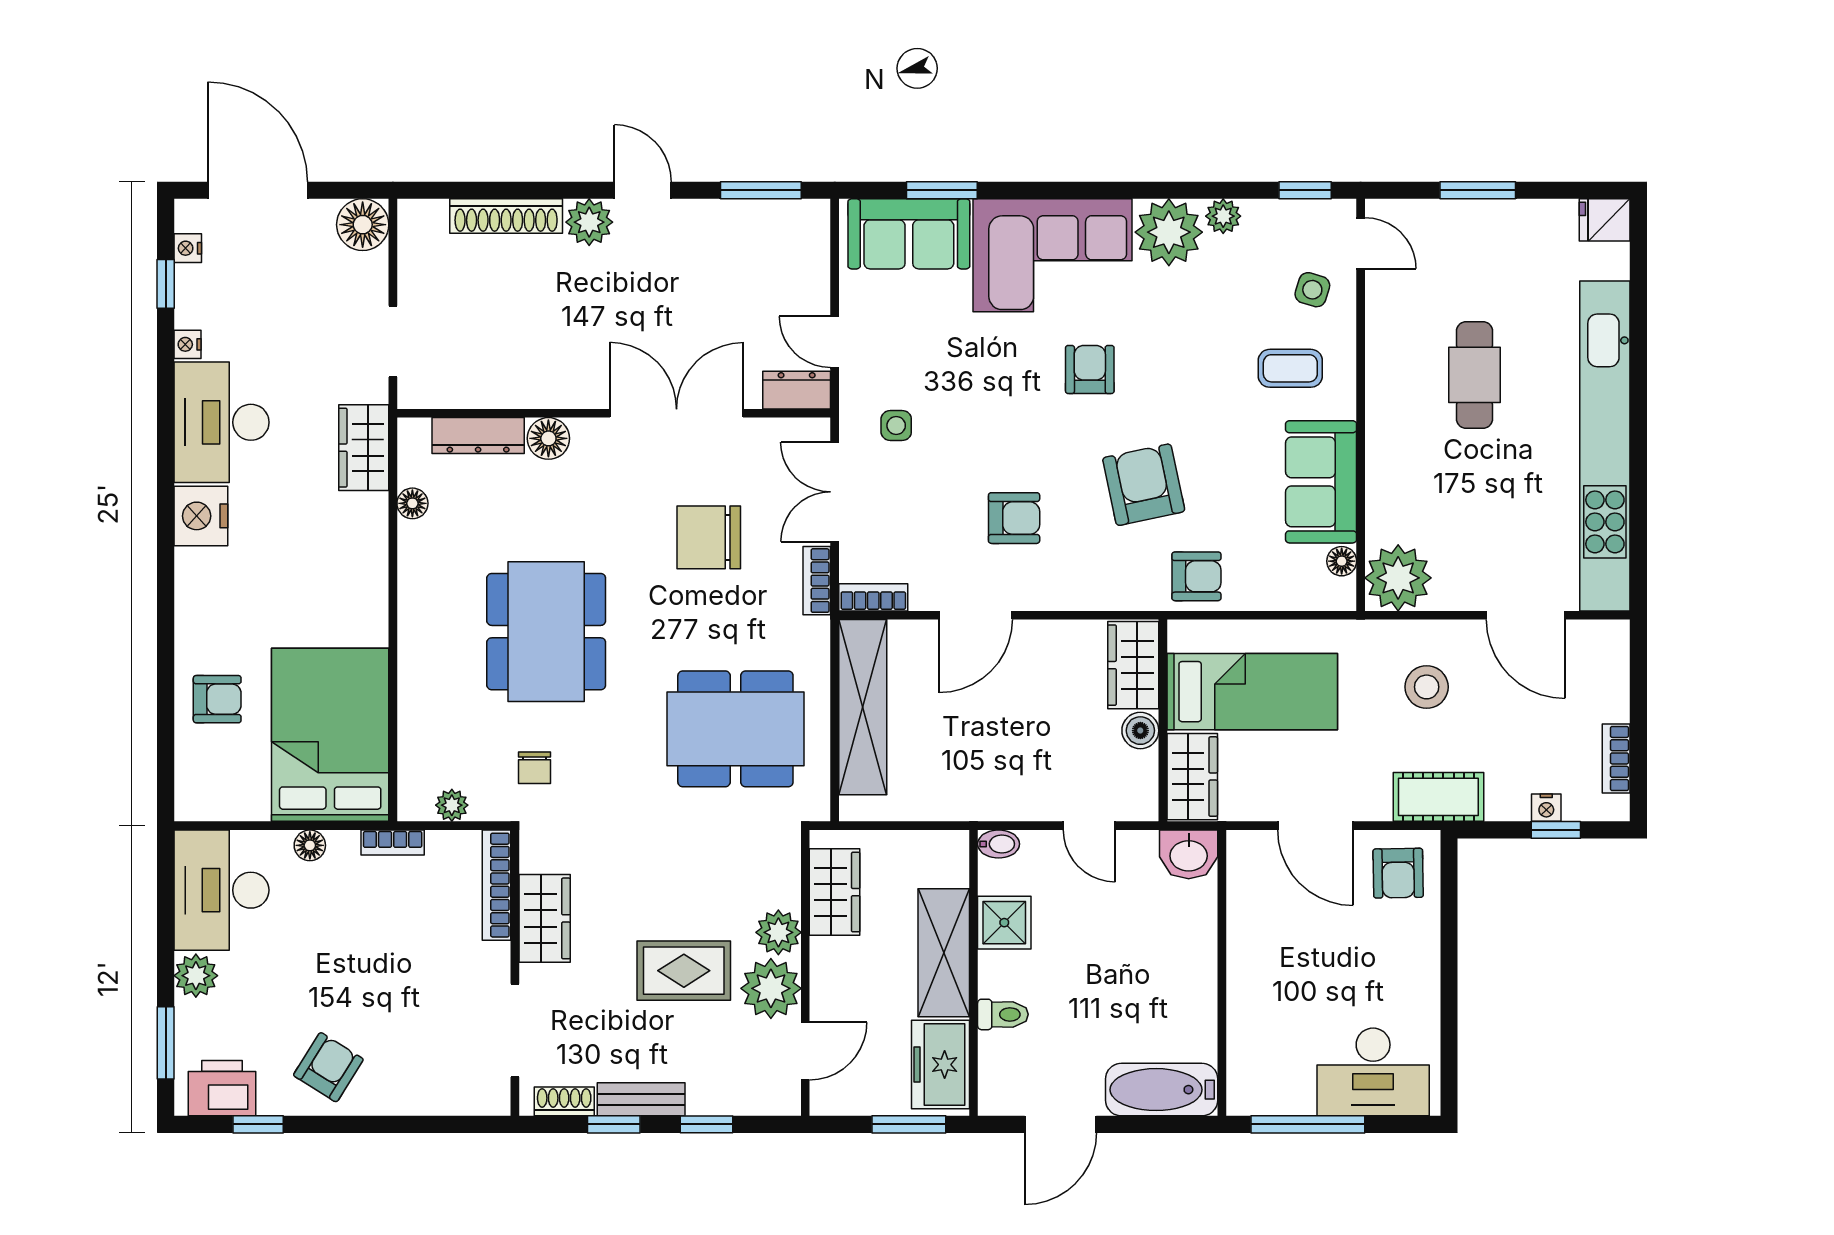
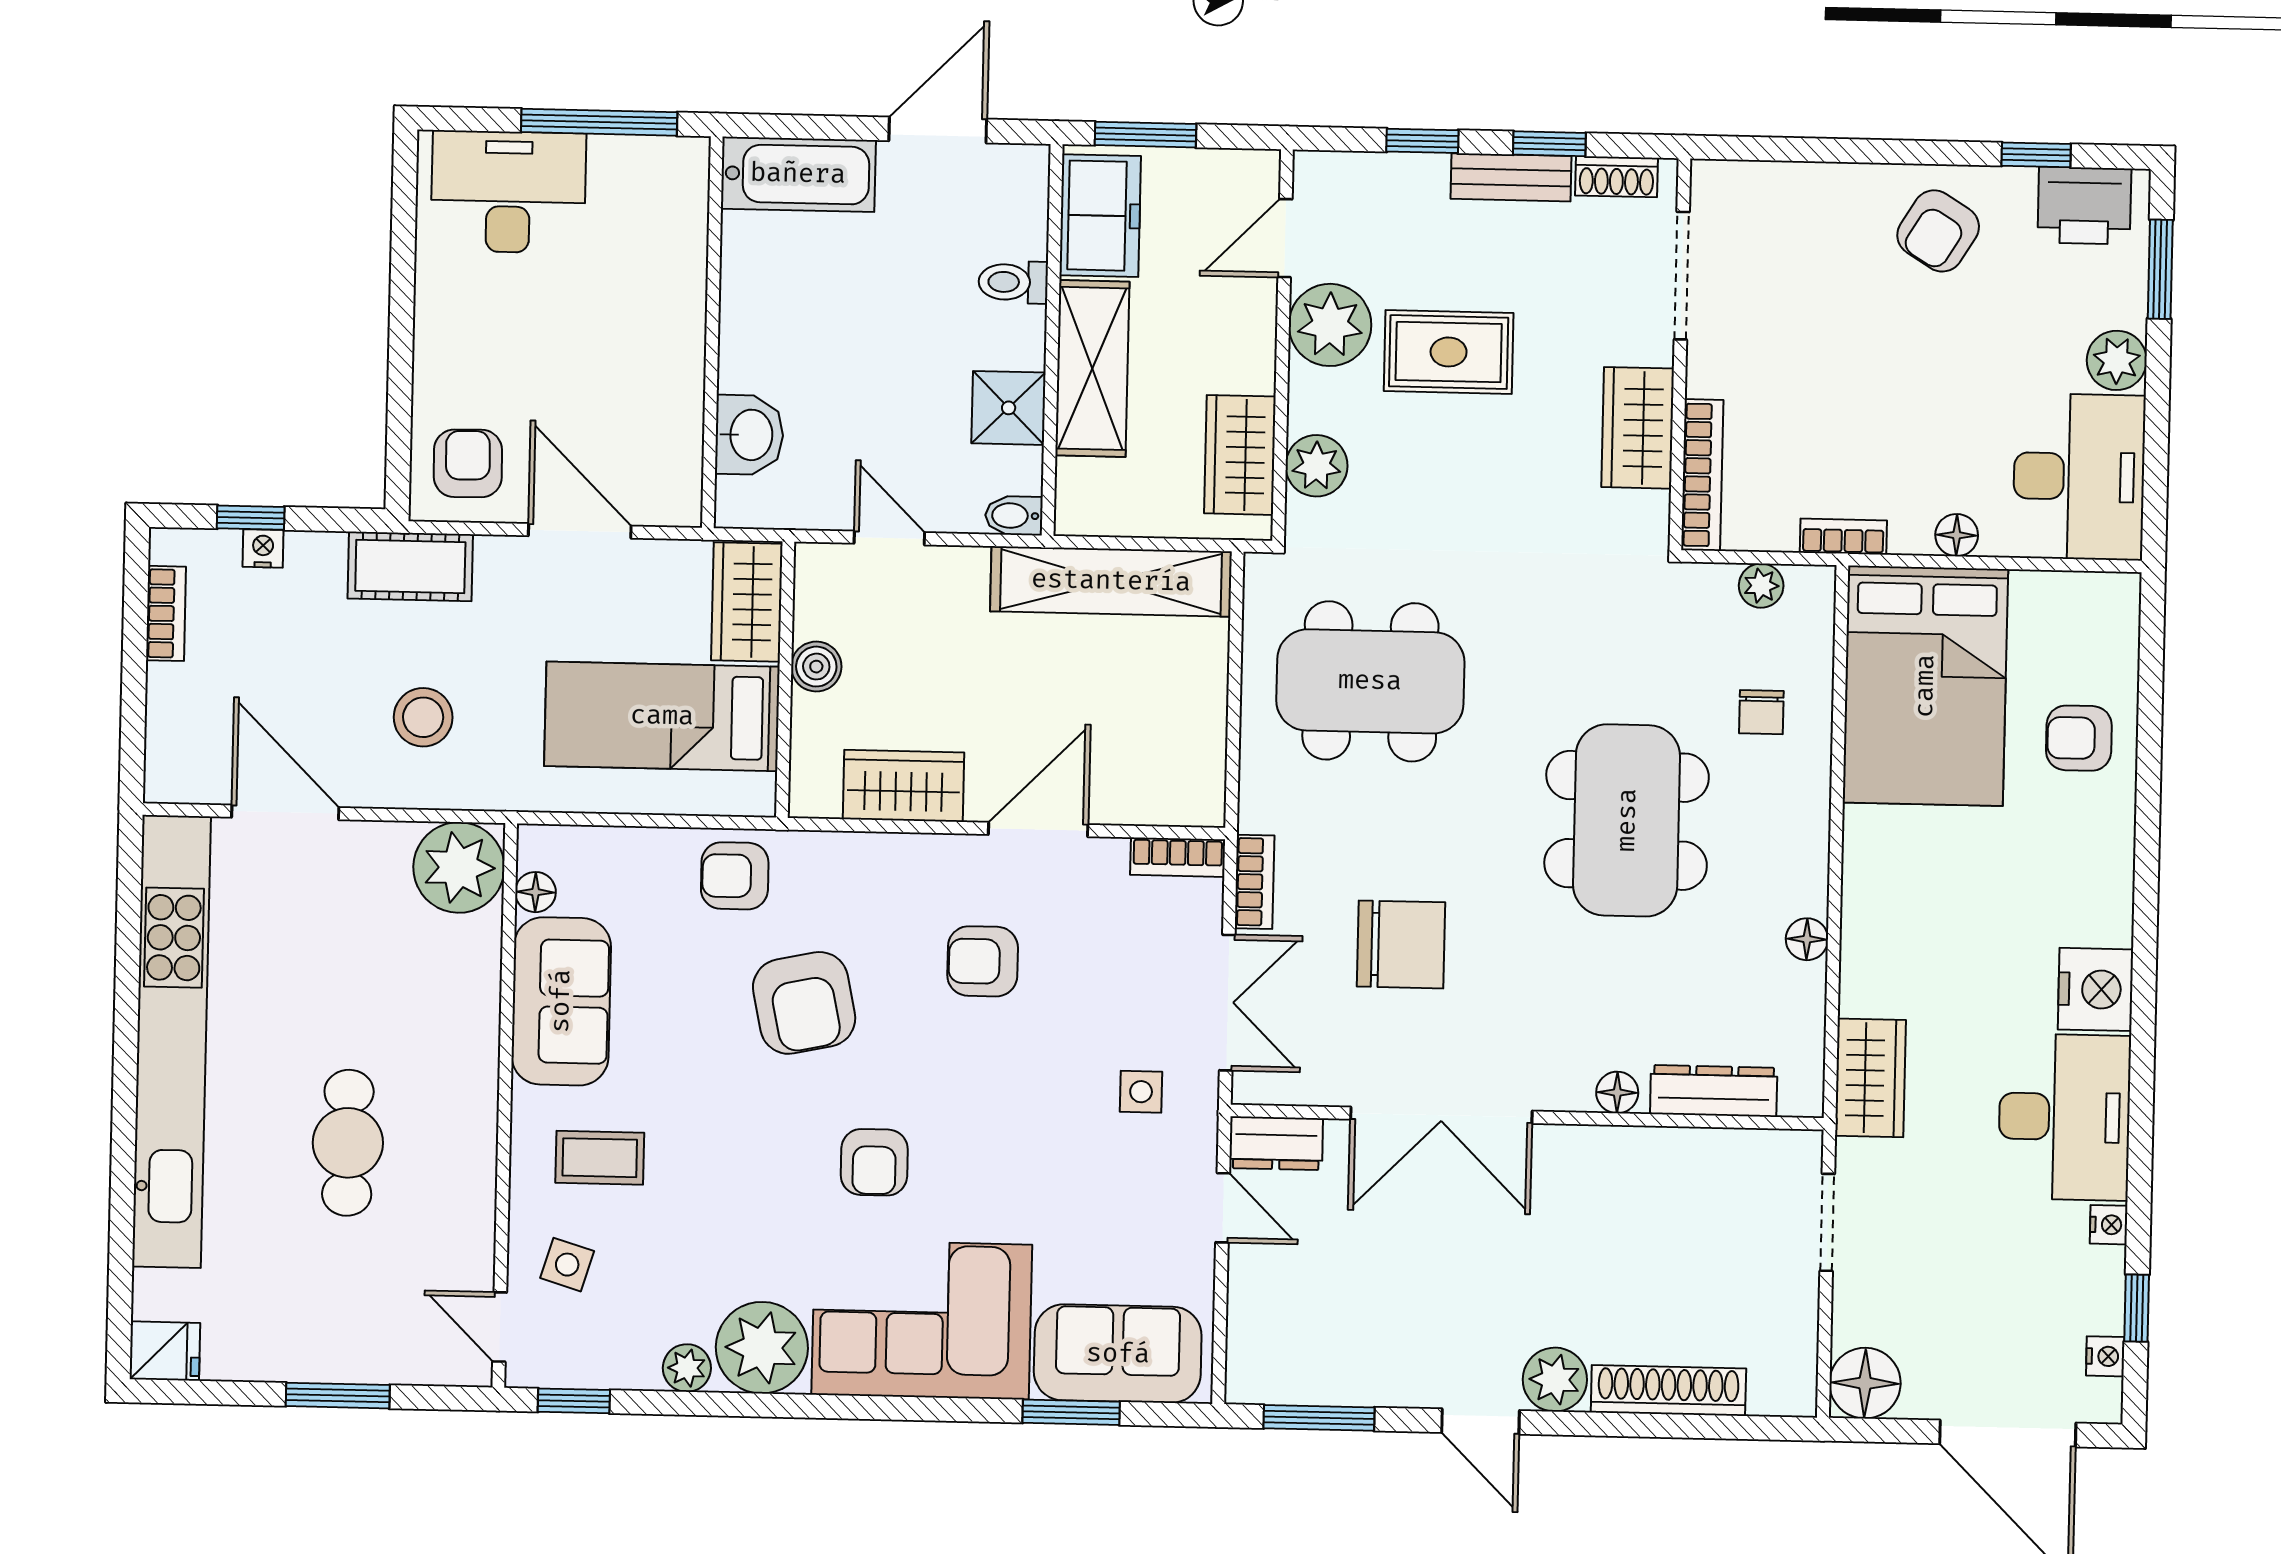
floor lamp: (548, 438) -> (1617, 1092), width x0.73, depth x0.73
floor lamp: (412, 503) -> (1807, 939), moved
wardrobe: (1133, 665) -> (904, 786), moved, turned -90
shelving: (863, 707) -> (1111, 581), moved, turned 90
chair: (535, 768) -> (1761, 712), moved, turned 180
washbasin: (1189, 854) -> (749, 435), moved, turned 90
plant: (778, 932) -> (1316, 466), moved

